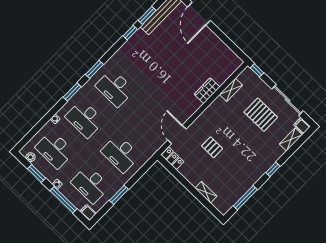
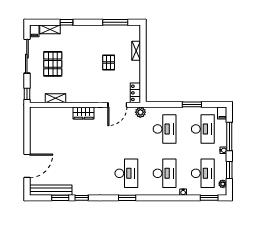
wardrobe: (207, 91) -> (84, 113), moved
window: (72, 92) -> (209, 198), moved
plant: (153, 147) -> (140, 112), added
pallet: (212, 147) -> (109, 62), moved
window: (273, 169) -> (67, 22), moved

